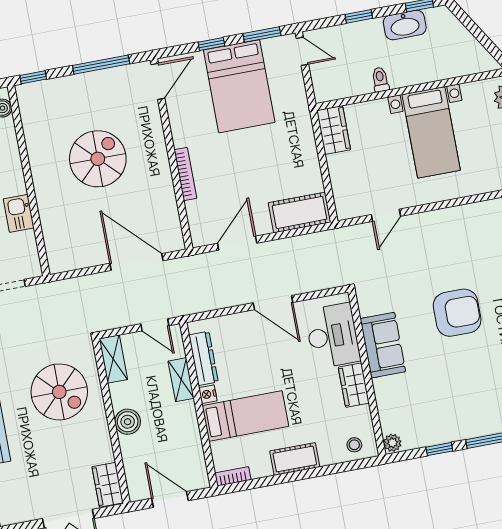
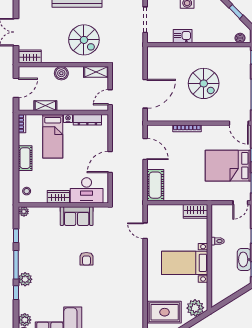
armchair: (457, 313) -> (86, 259), width x0.53, depth x0.53
shelving: (181, 380) -> (45, 106), moved
spiral stairs: (59, 392) -> (84, 40), turned -90

